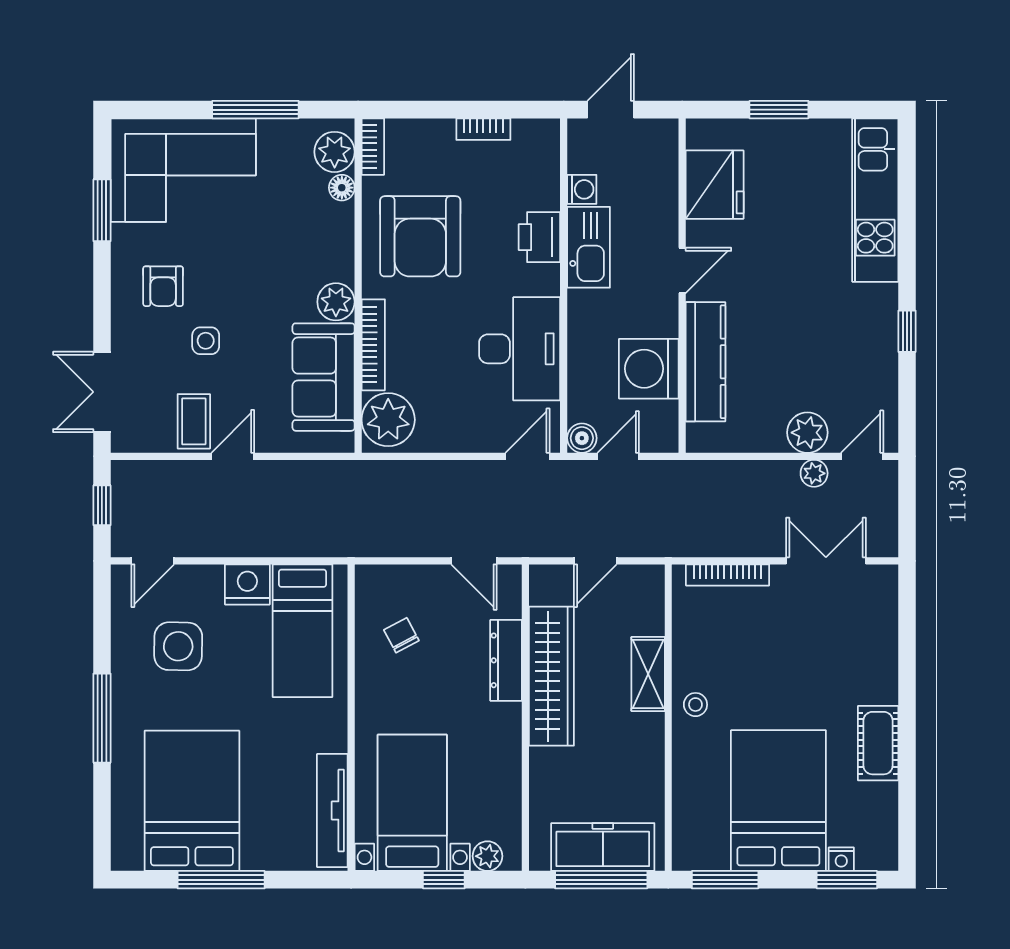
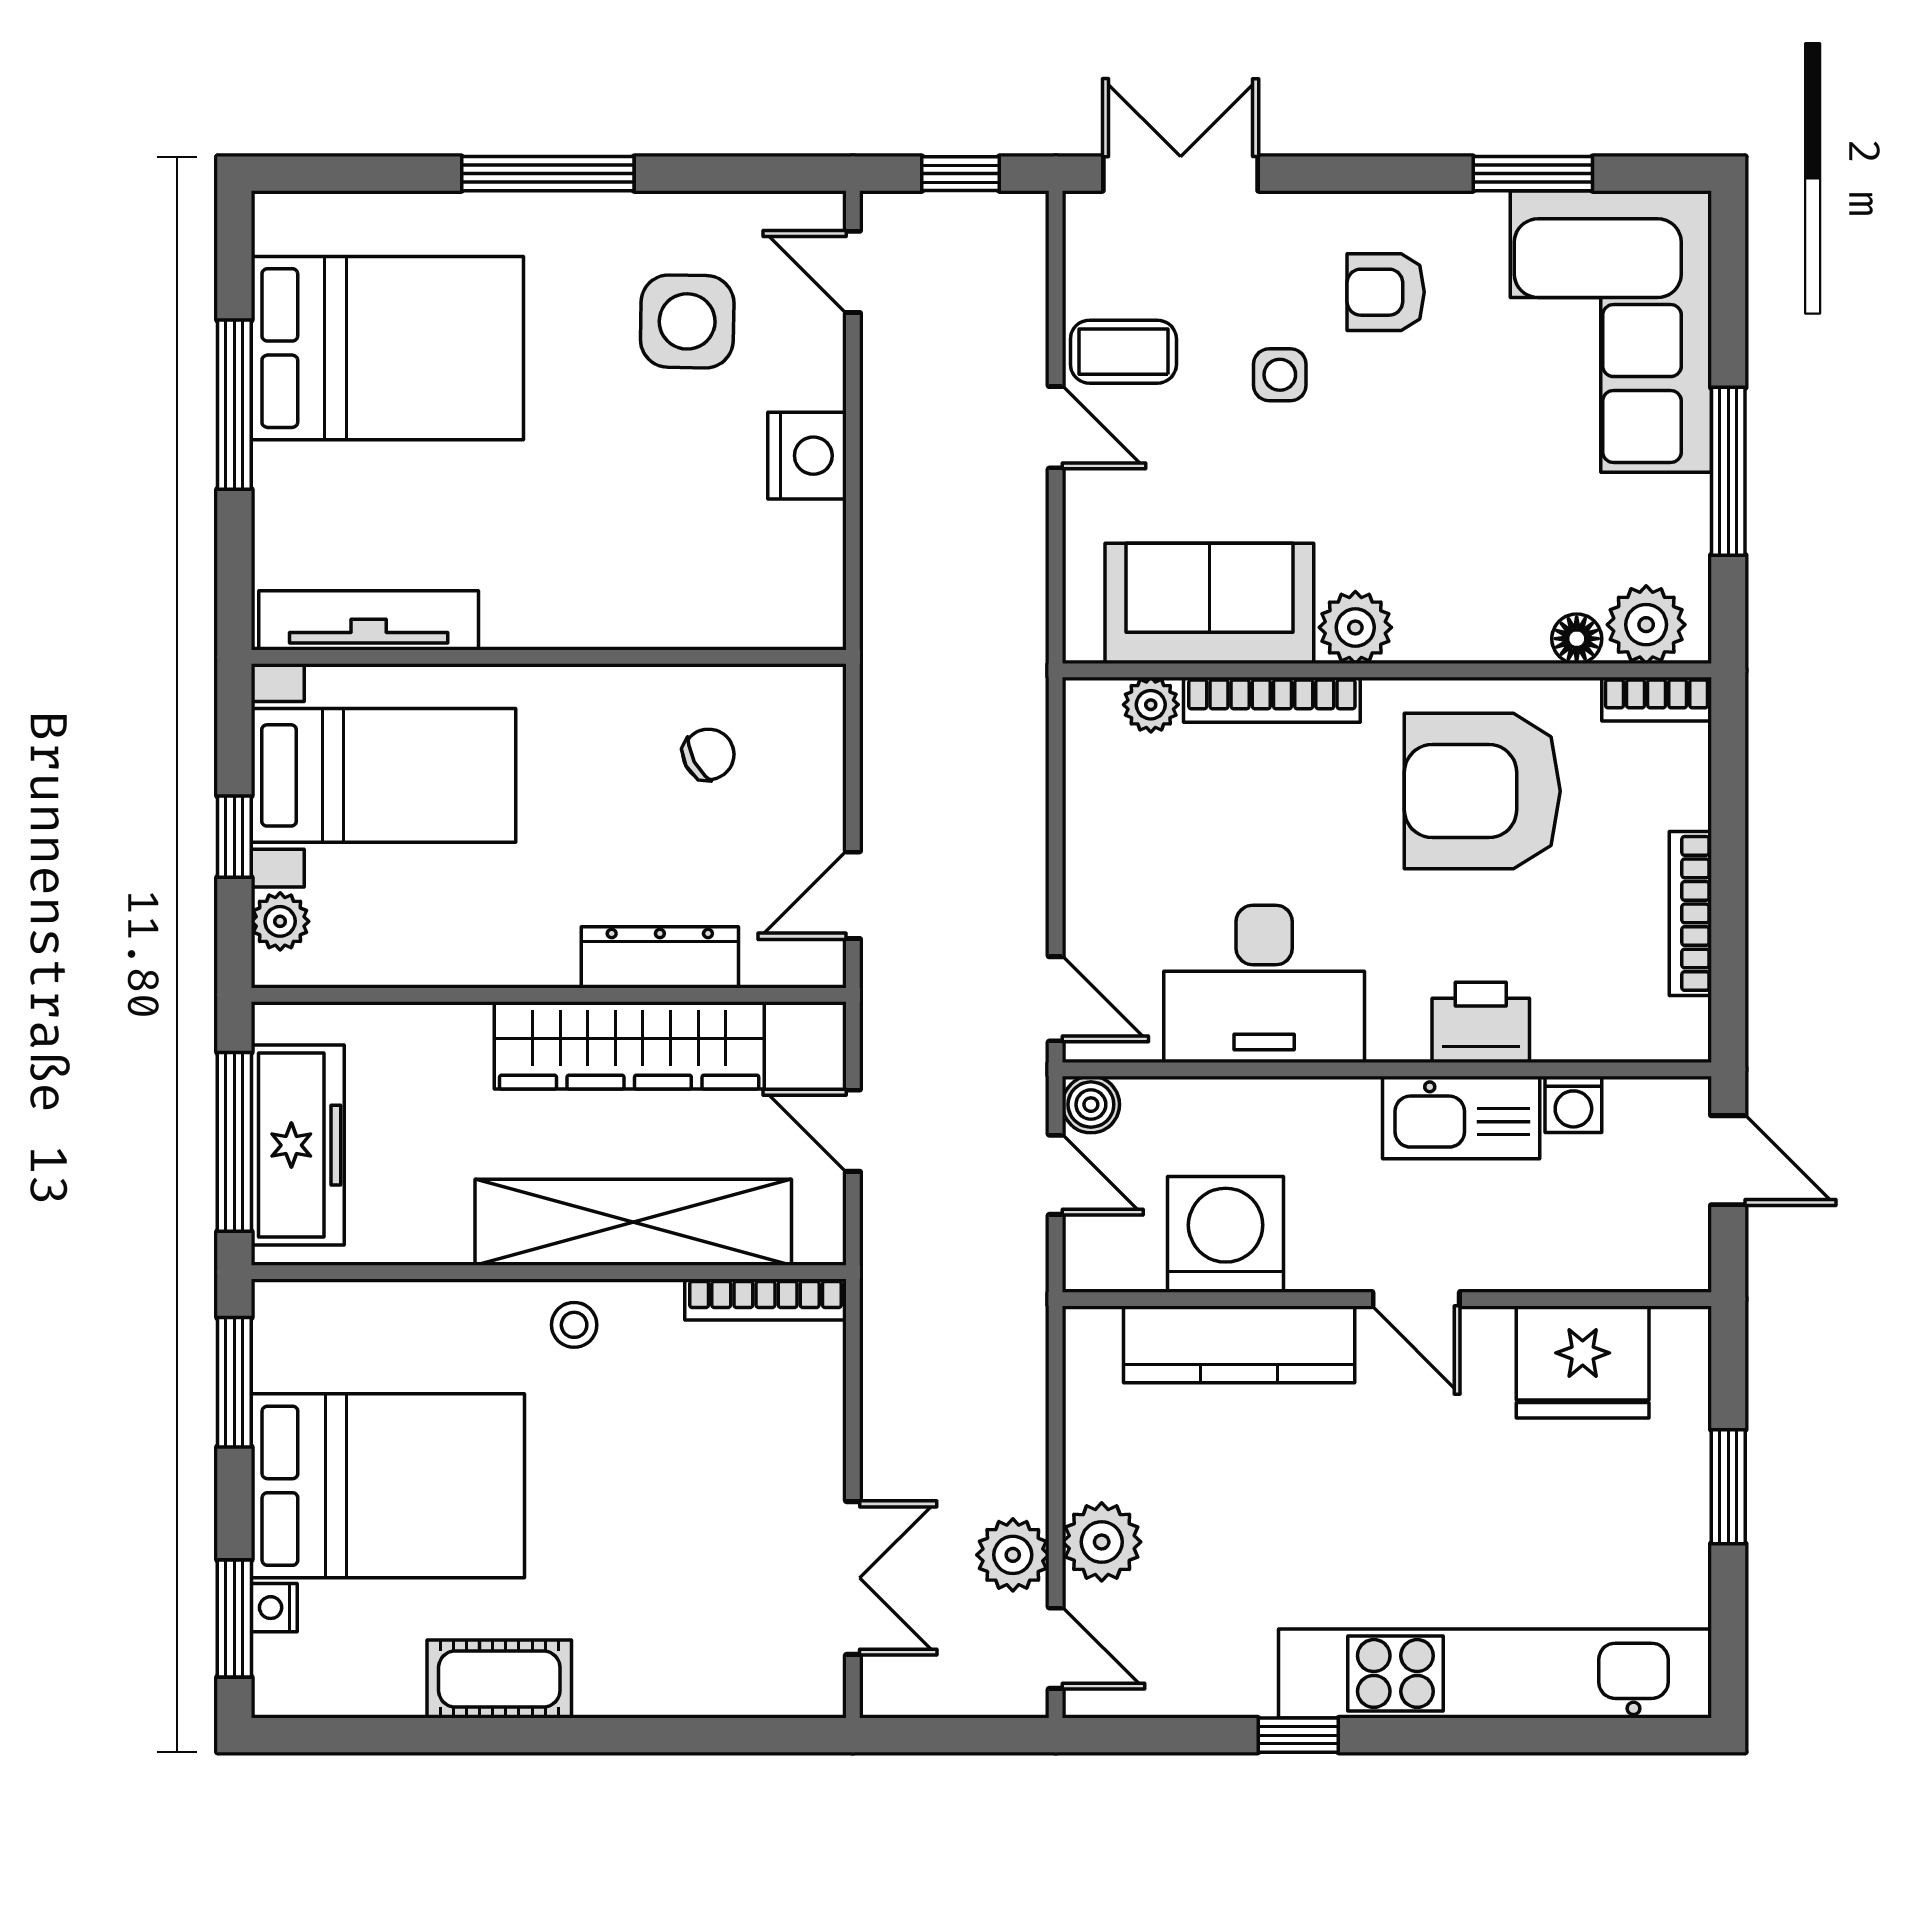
bookcase: (483, 129) -> (1690, 913), width x1.56
kitchen unit: (875, 200) -> (1495, 1673), width x1.36
plant: (388, 420) -> (1151, 705), width x0.53, depth x0.53
plant: (814, 473) -> (1013, 1555), width x1.38, depth x1.38
bookcase: (728, 575) -> (765, 1299), moved, turned -90
bed: (303, 631) -> (717, 563), removed
shelving: (648, 674) -> (633, 1222), width x2.20, depth x1.33

